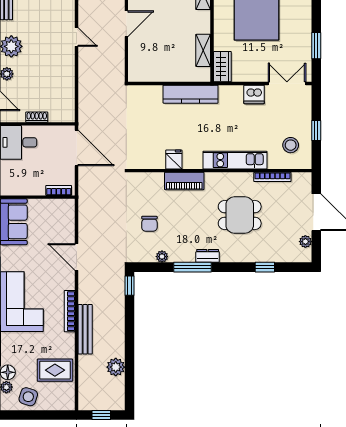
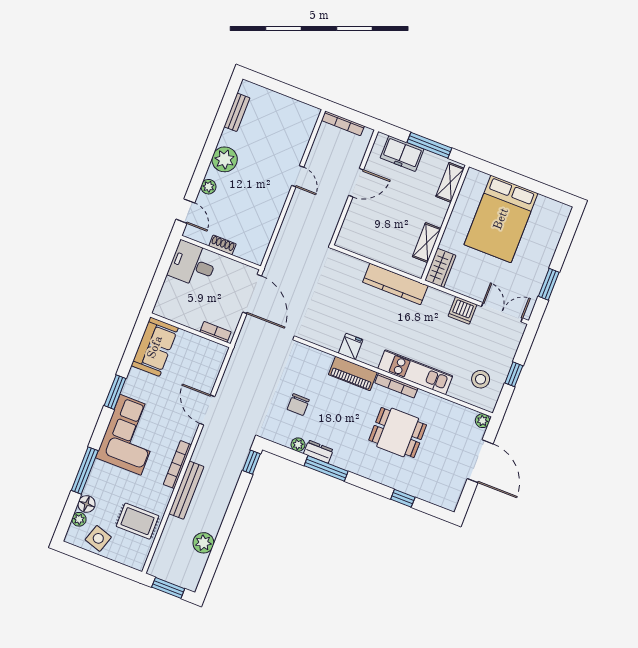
bookcase: (272, 177) -> (396, 385), moved
plant: (305, 242) -> (483, 421), moved
dresser: (208, 256) -> (318, 452), moved
window: (101, 415) -> (168, 588), width x1.50

